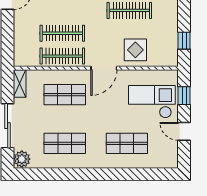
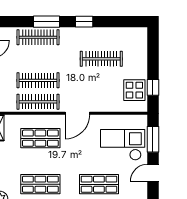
display table: (135, 50) -> (134, 90), moved
window: (184, 96) -> (153, 139), width x1.50
door: (184, 131) -> (153, 173), hinge flipped

